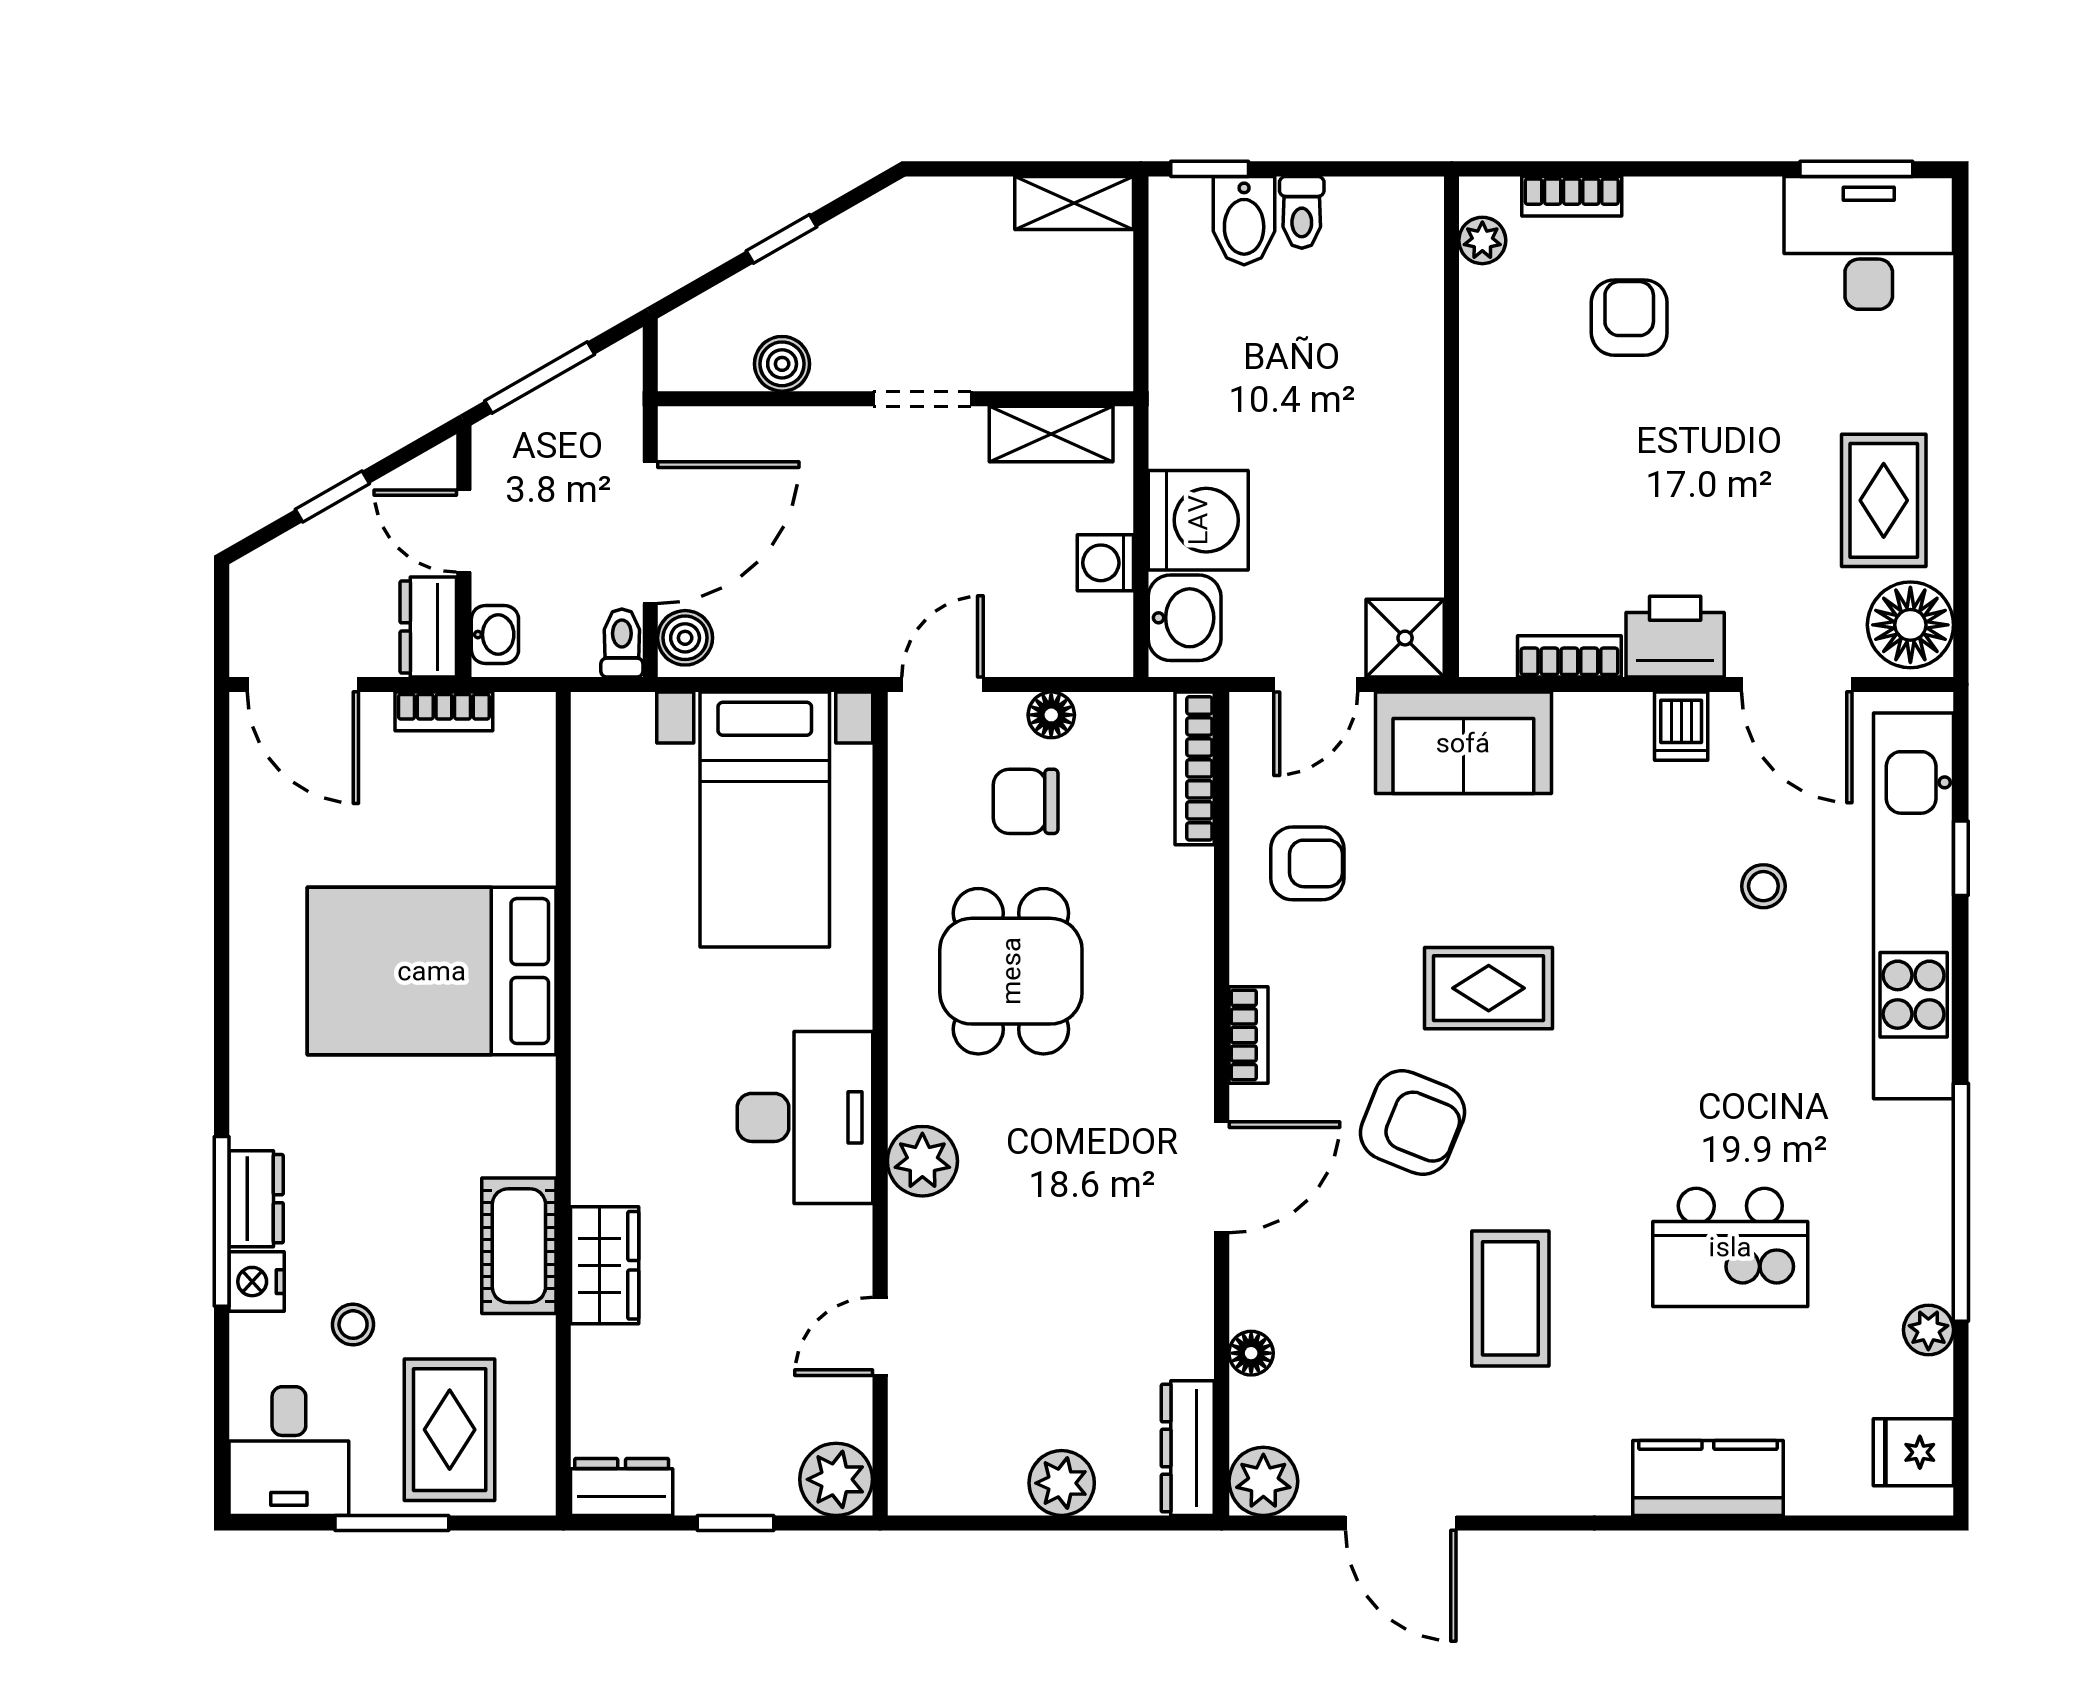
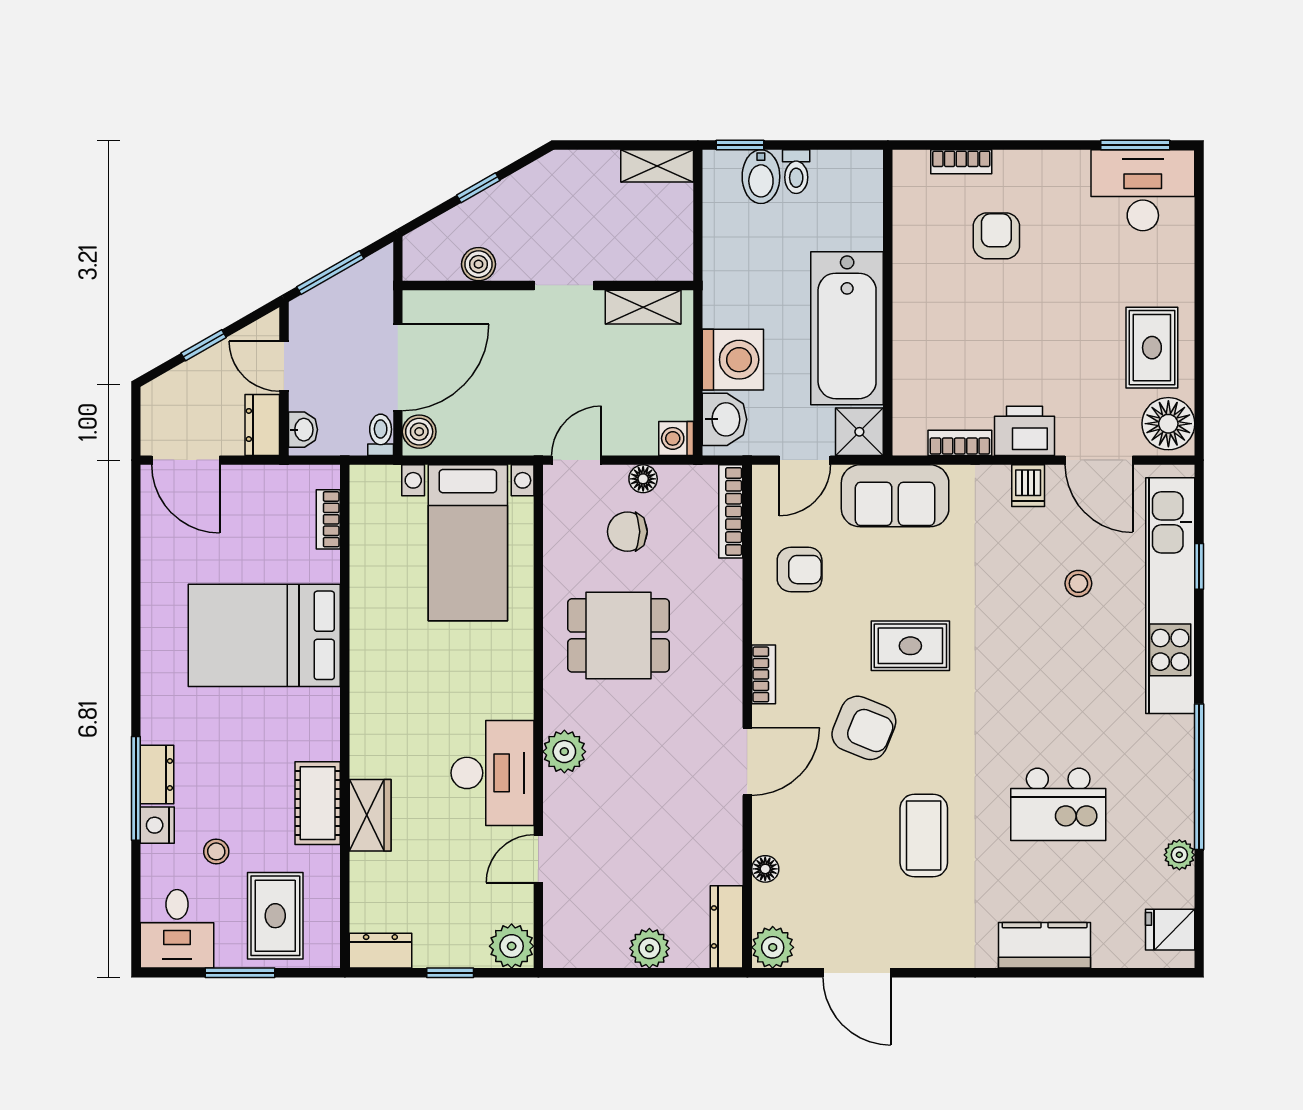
plant: (1482, 240) -> (907, 189), removed
bathtub: (1385, 469) -> (847, 328), added
washing machine: (1105, 563) -> (676, 438), moved
bookcase: (444, 711) -> (328, 519), moved, turned 90
dining table: (1011, 971) -> (618, 635), turned 90
desk: (805, 1117) -> (493, 773), moved

